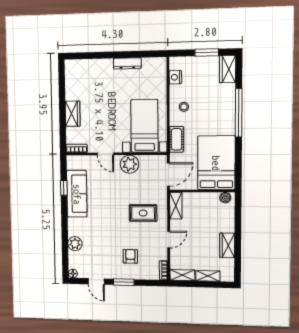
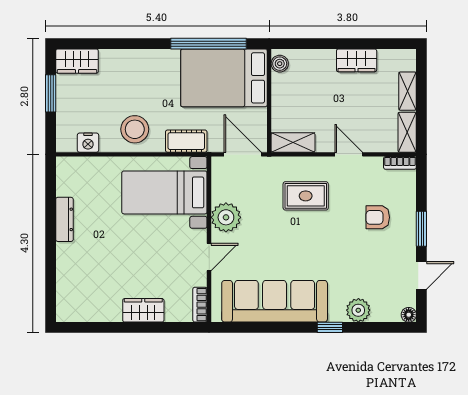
stool: (184, 107) -> (135, 129), width x1.89, depth x1.89
window: (239, 113) -> (208, 44), moved
window: (64, 188) -> (330, 327), moved
sofa: (77, 194) -> (275, 301), width x1.36, depth x1.27
rug: (143, 213) -> (306, 196), turned 90

